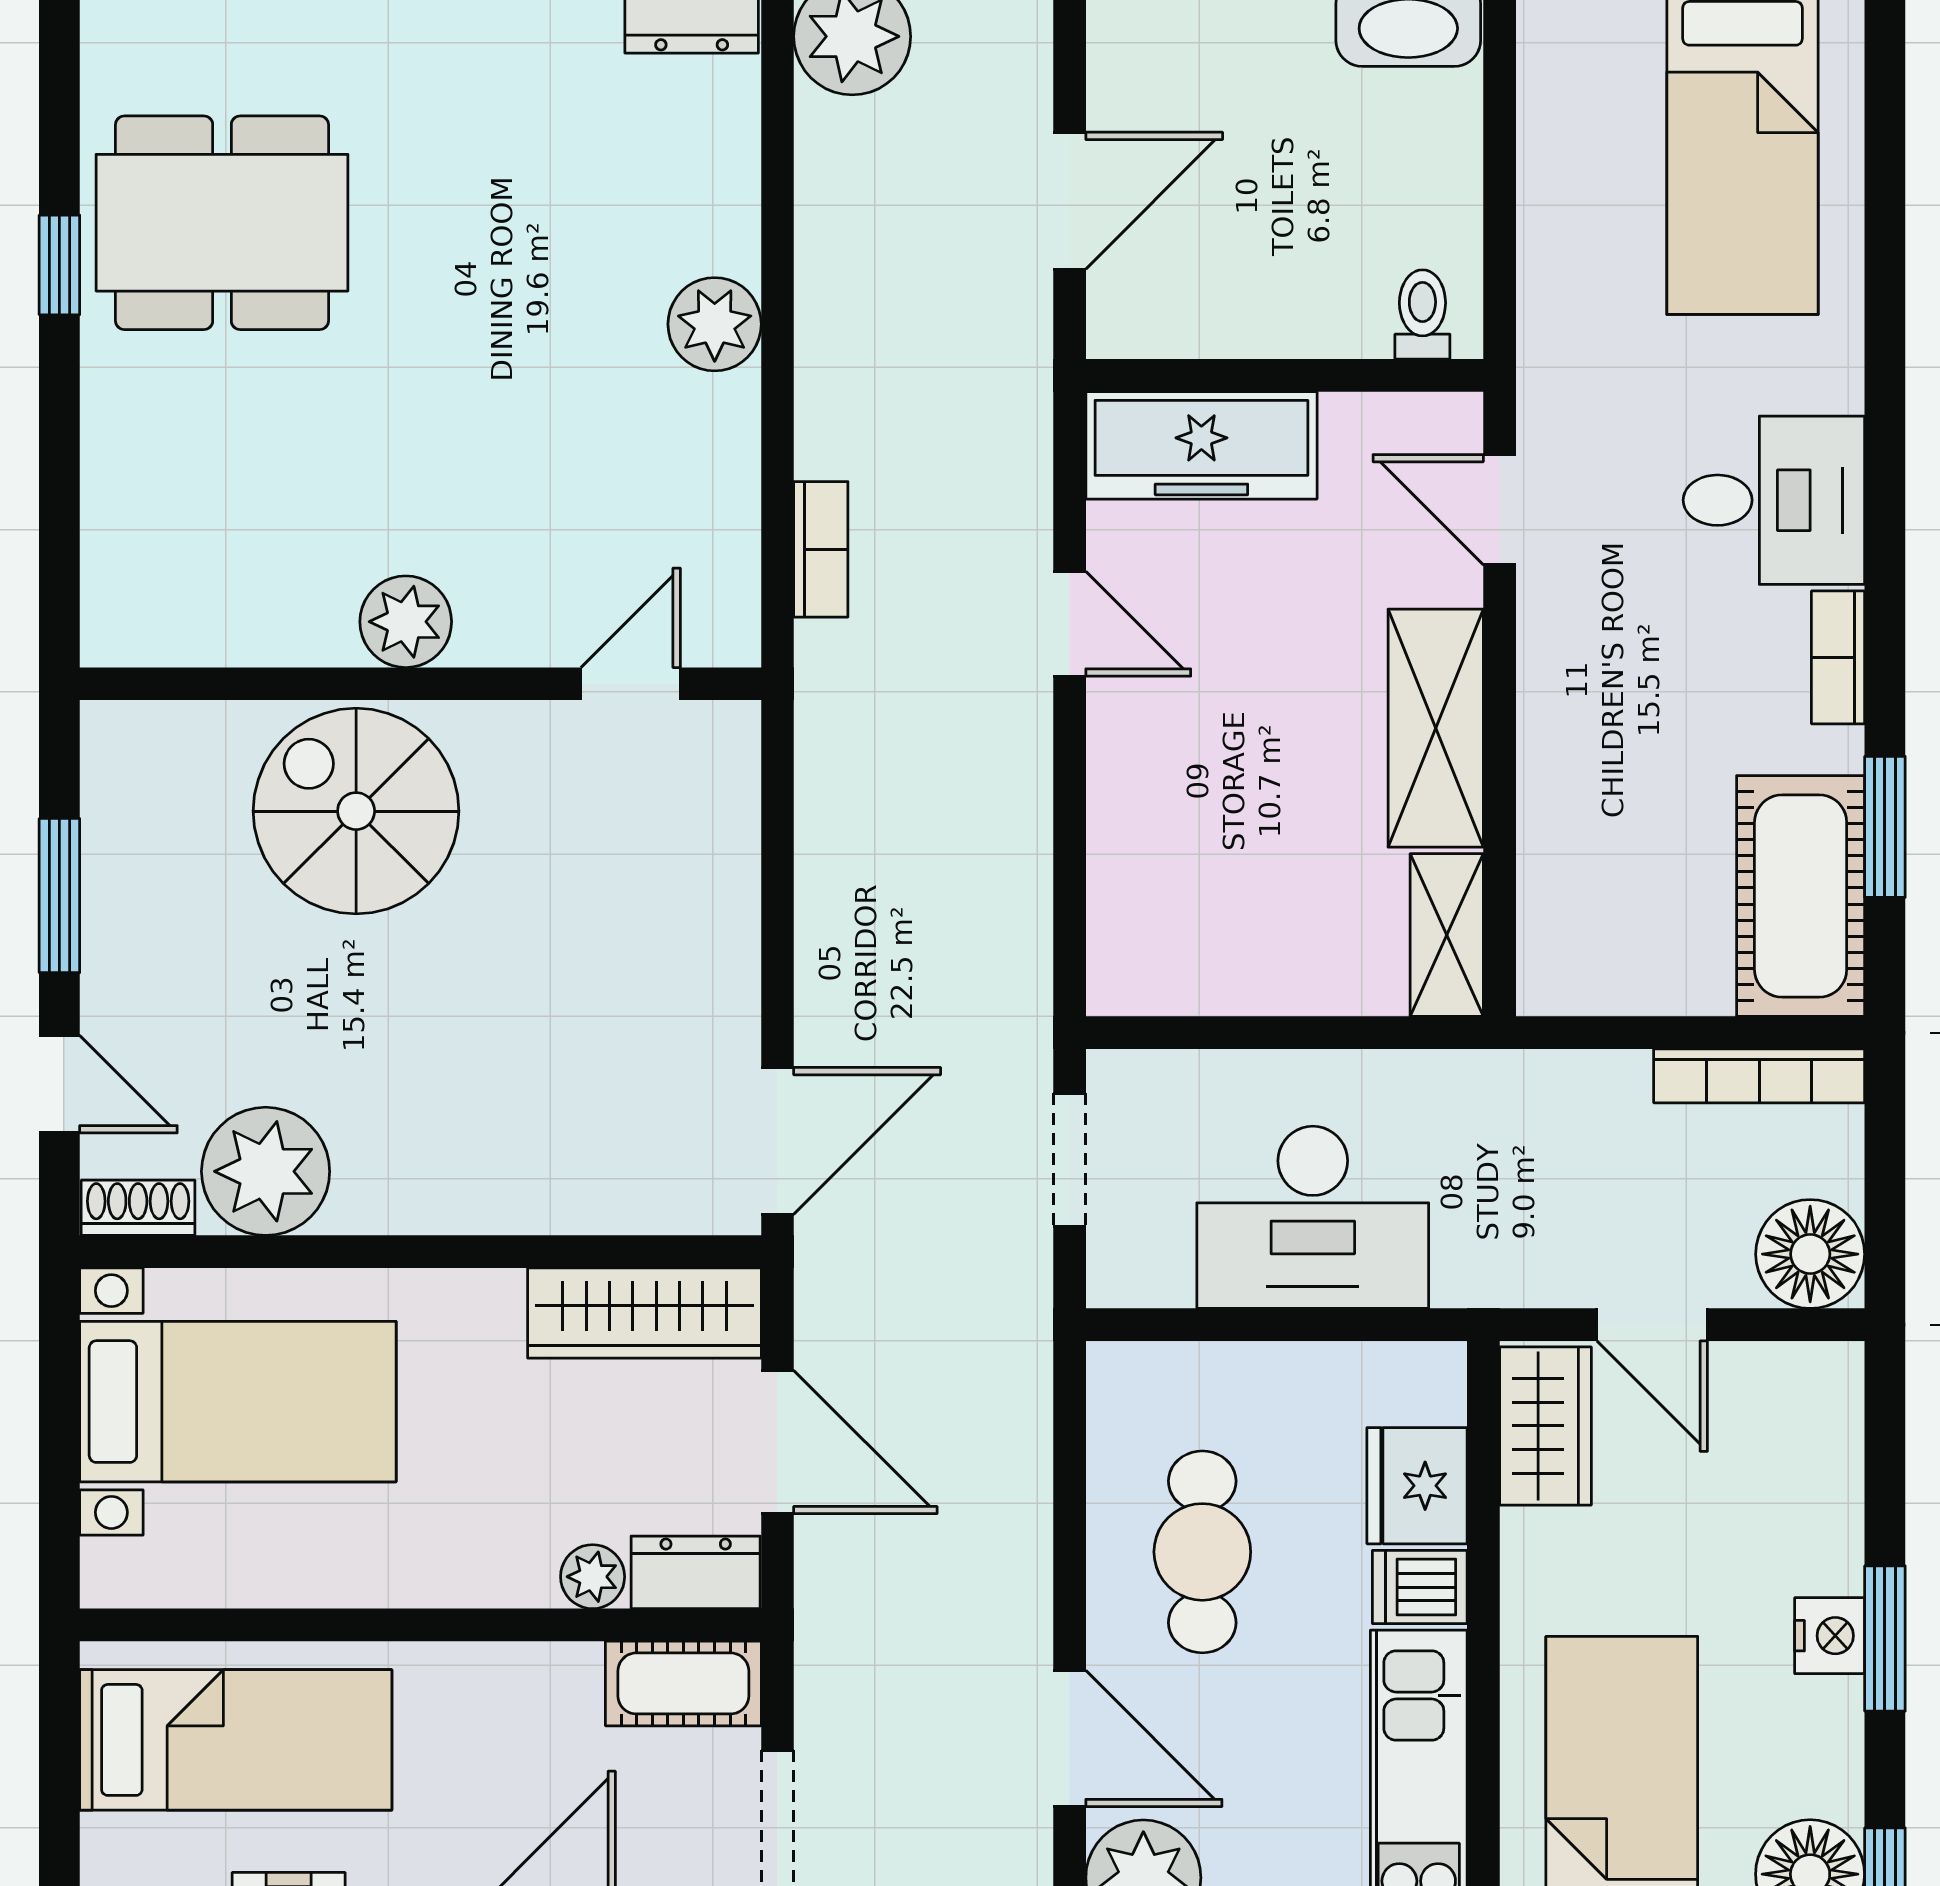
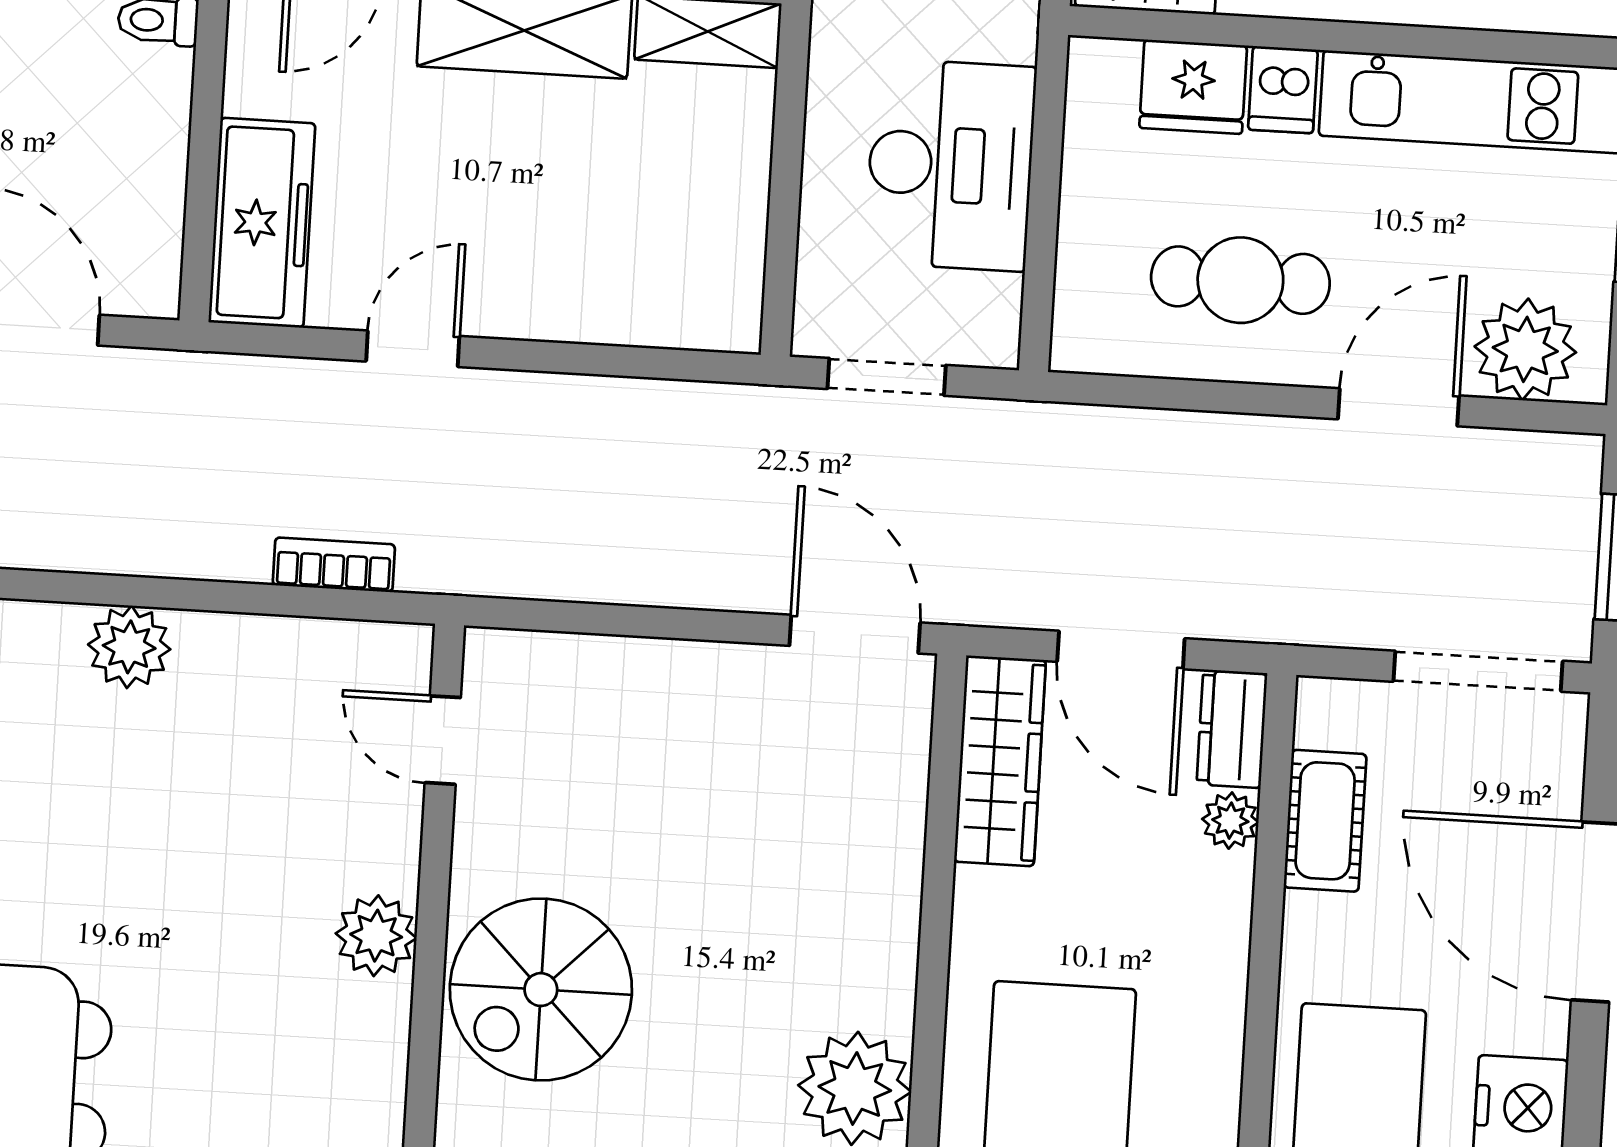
door: (777, 1442) -> (1121, 650), swing flipped
cot: (683, 1683) -> (1325, 821), moved

